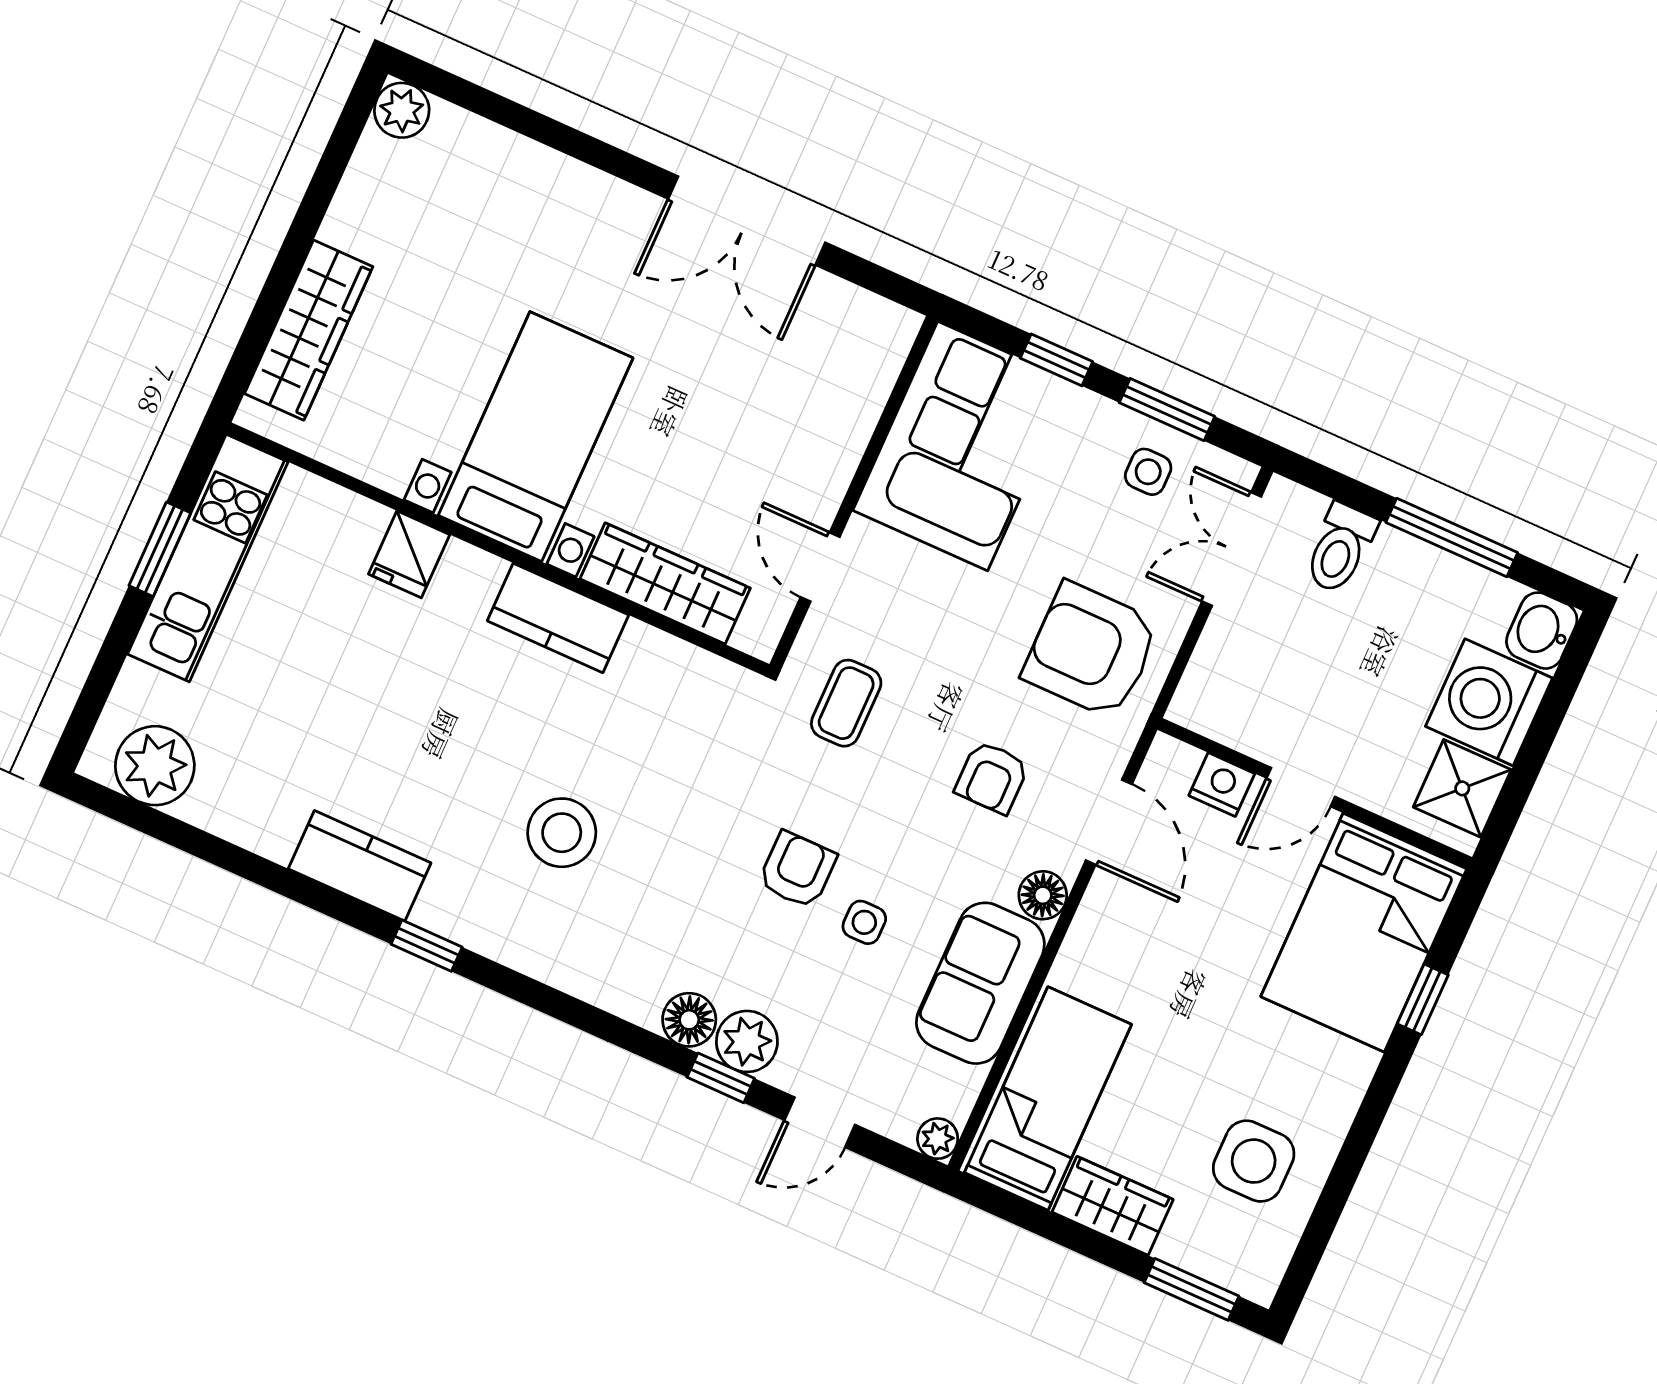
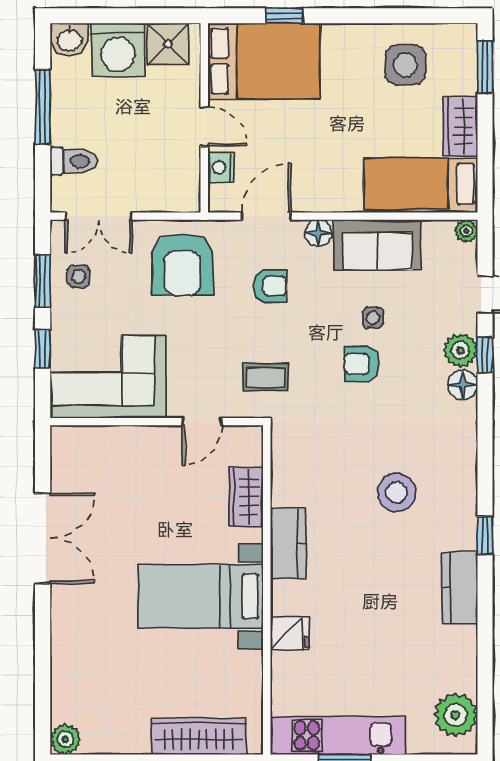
wardrobe: (665, 583) -> (246, 497), width x0.67

